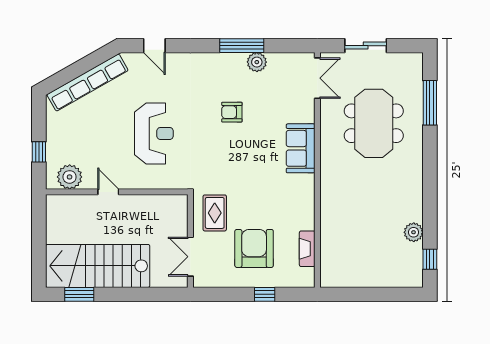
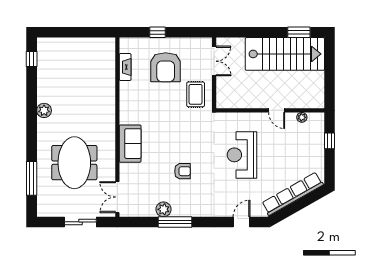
door: (154, 46) -> (242, 222), hinge flipped
plant: (70, 177) -> (302, 117), width x0.53, depth x0.53
plant: (414, 232) -> (44, 110), moved

